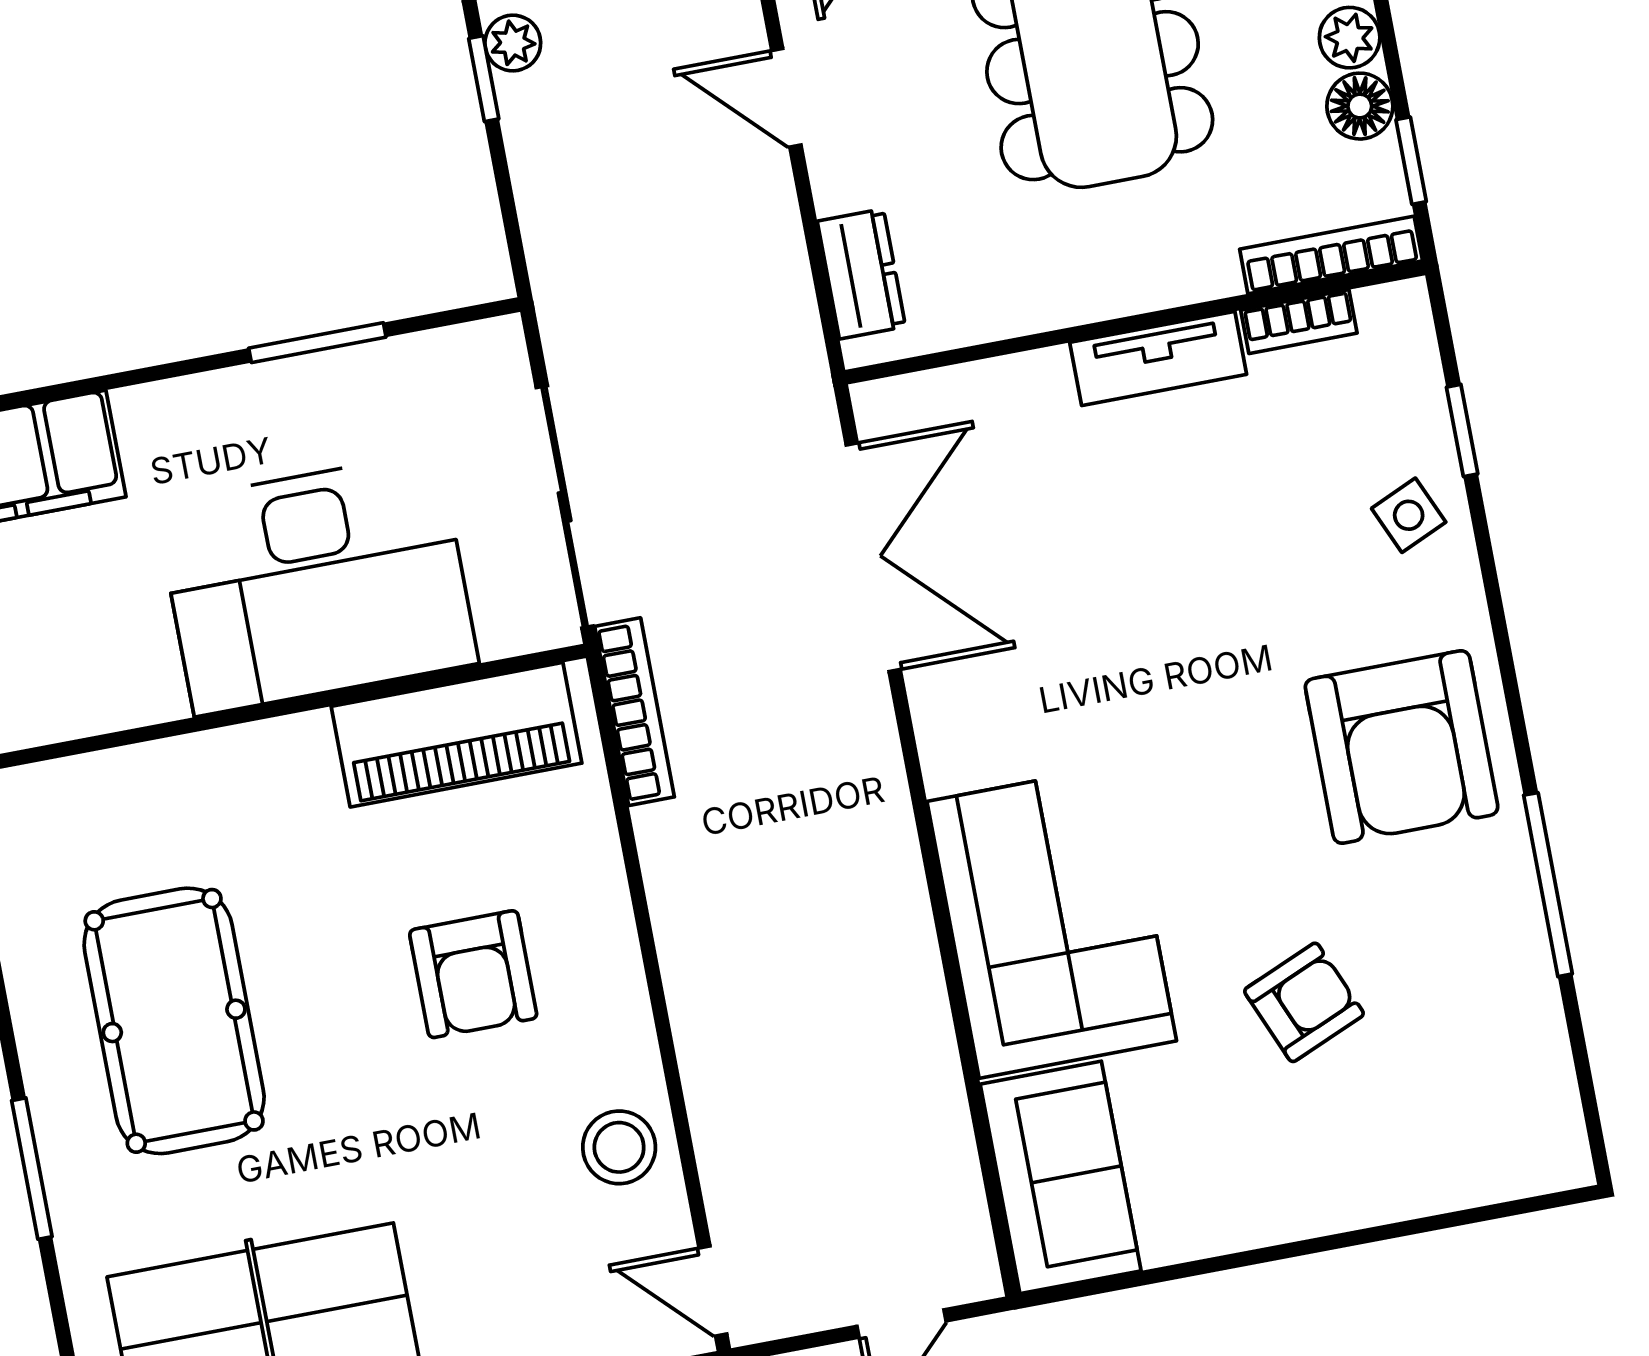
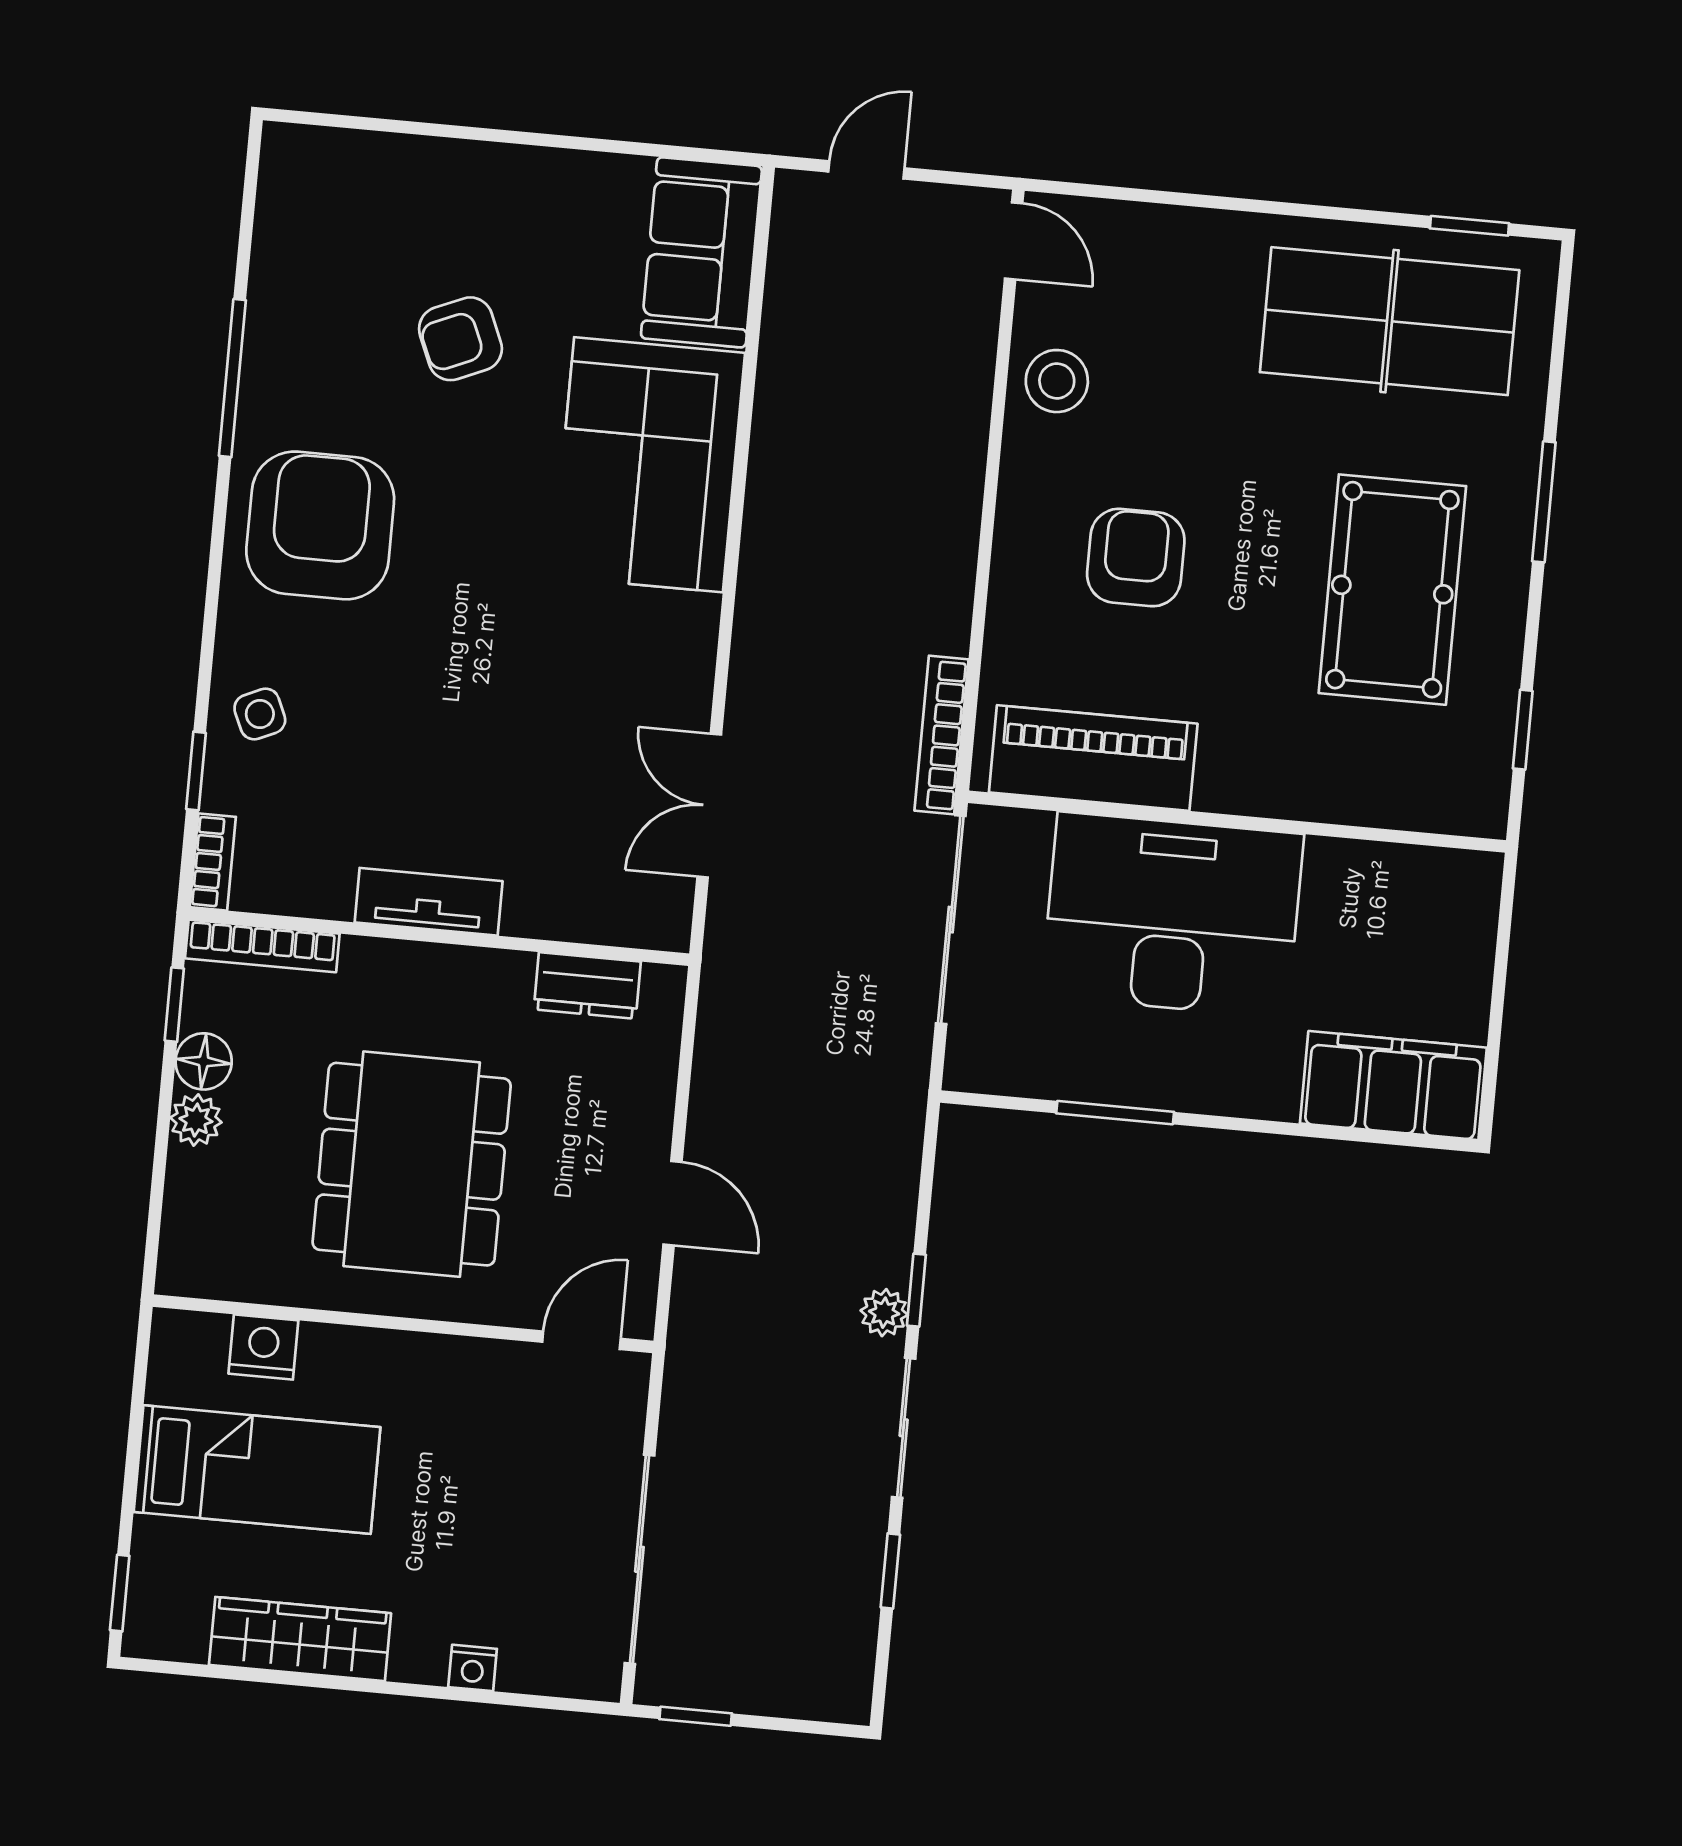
dresser: (861, 274) -> (587, 986), moved, turned -90
bookcase: (1299, 322) -> (213, 862), moved, turned 90
double door: (873, 557) -> (709, 806), width x0.73

